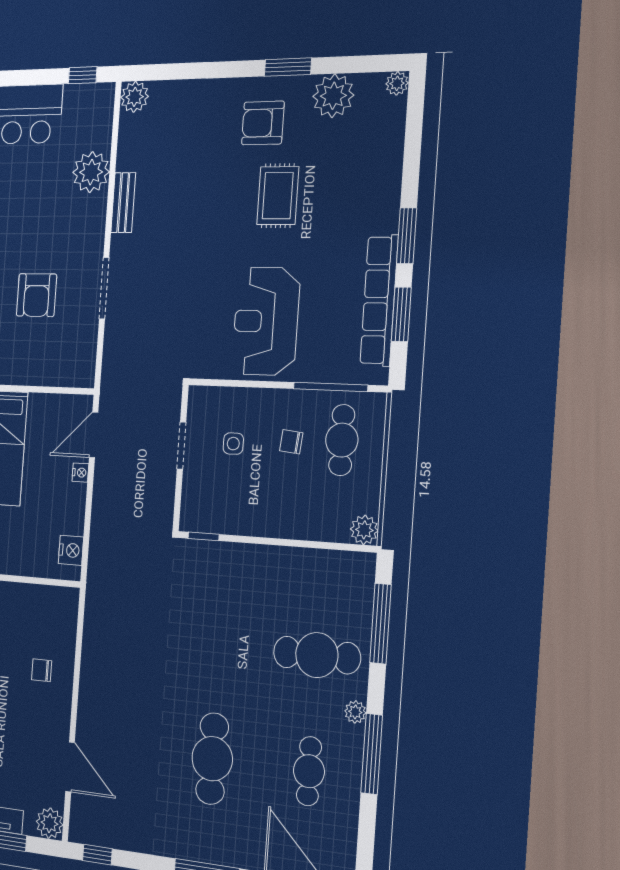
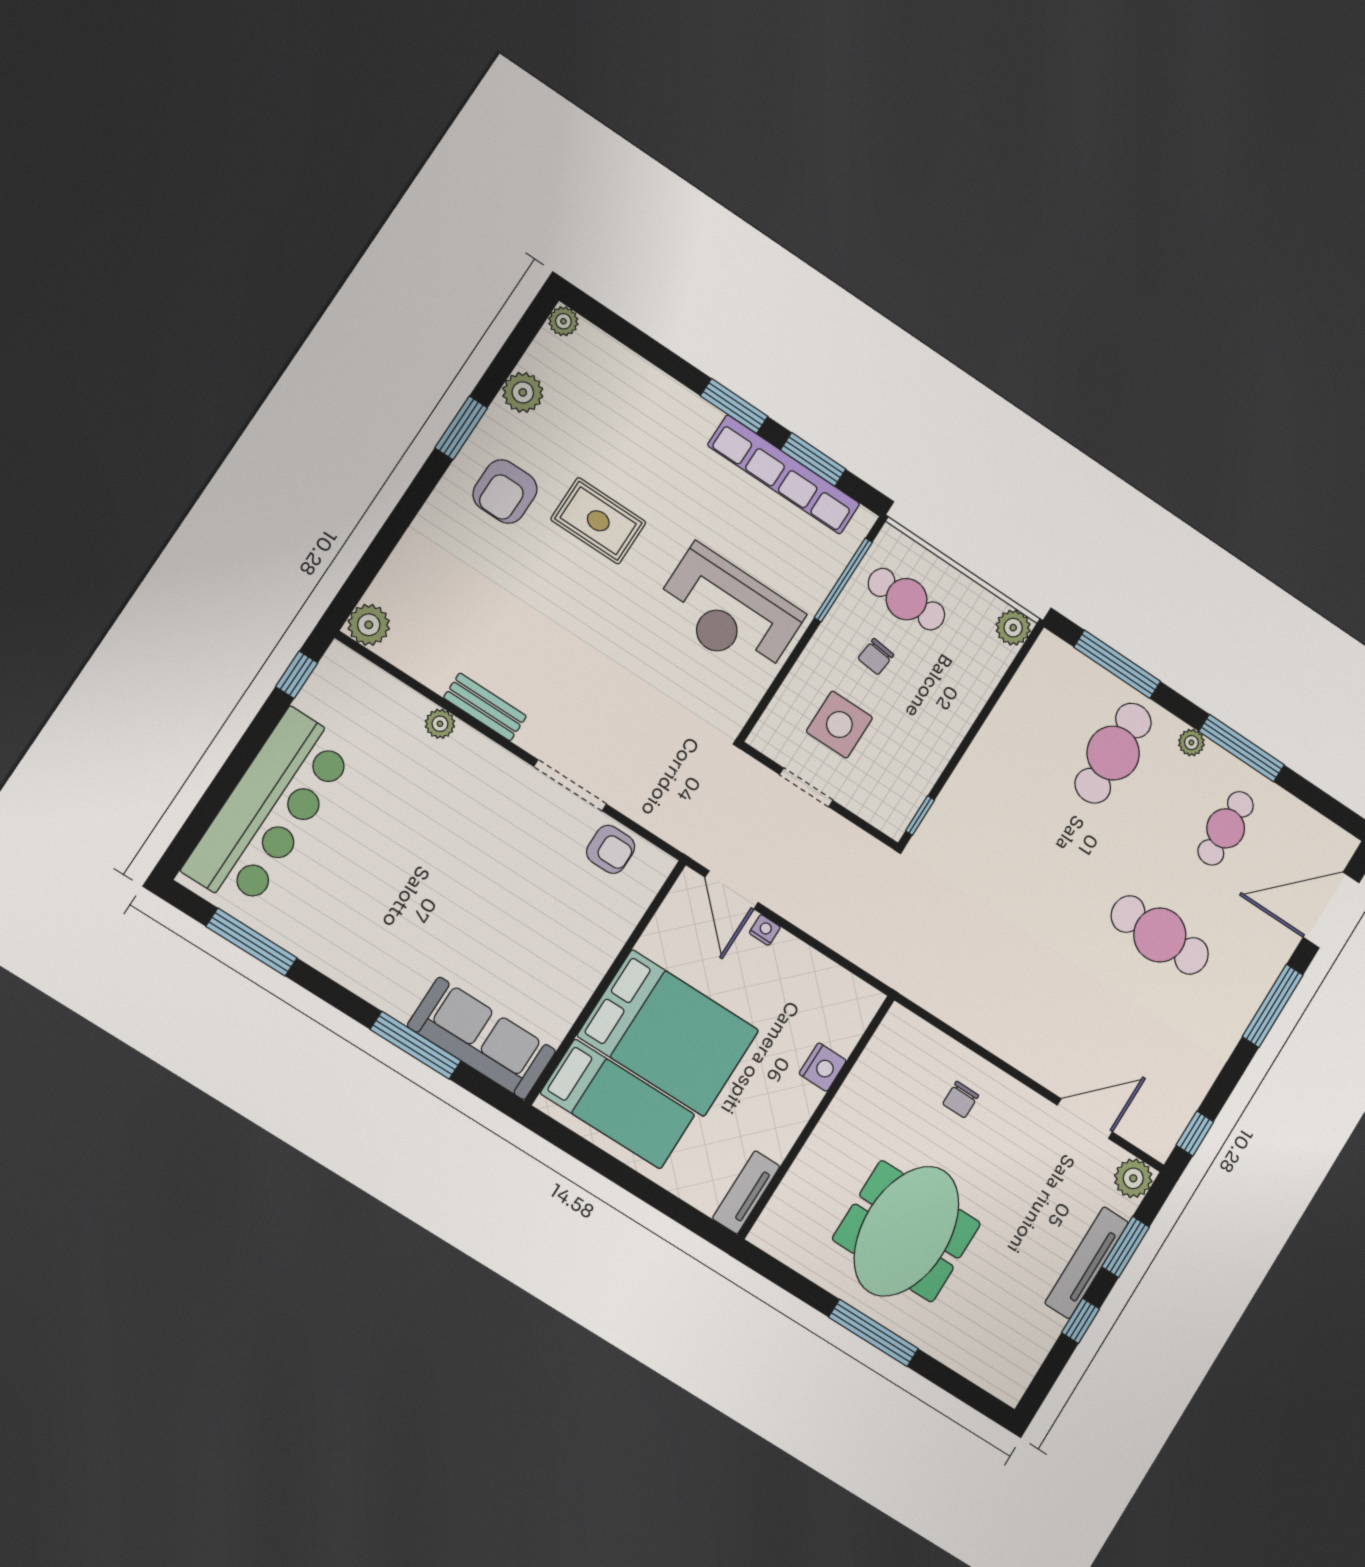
plant: (333, 96) -> (523, 392), width x0.73, depth x0.73
plant: (91, 172) -> (440, 724), width x0.53, depth x0.53
armchair: (37, 295) -> (611, 849), moved, width x0.72, depth x0.72
side table: (233, 444) -> (839, 725), width x1.87, depth x1.87
nightstand: (71, 550) -> (823, 1067), moved, turned 90
cafe table: (309, 771) -> (1226, 828), turned 90

